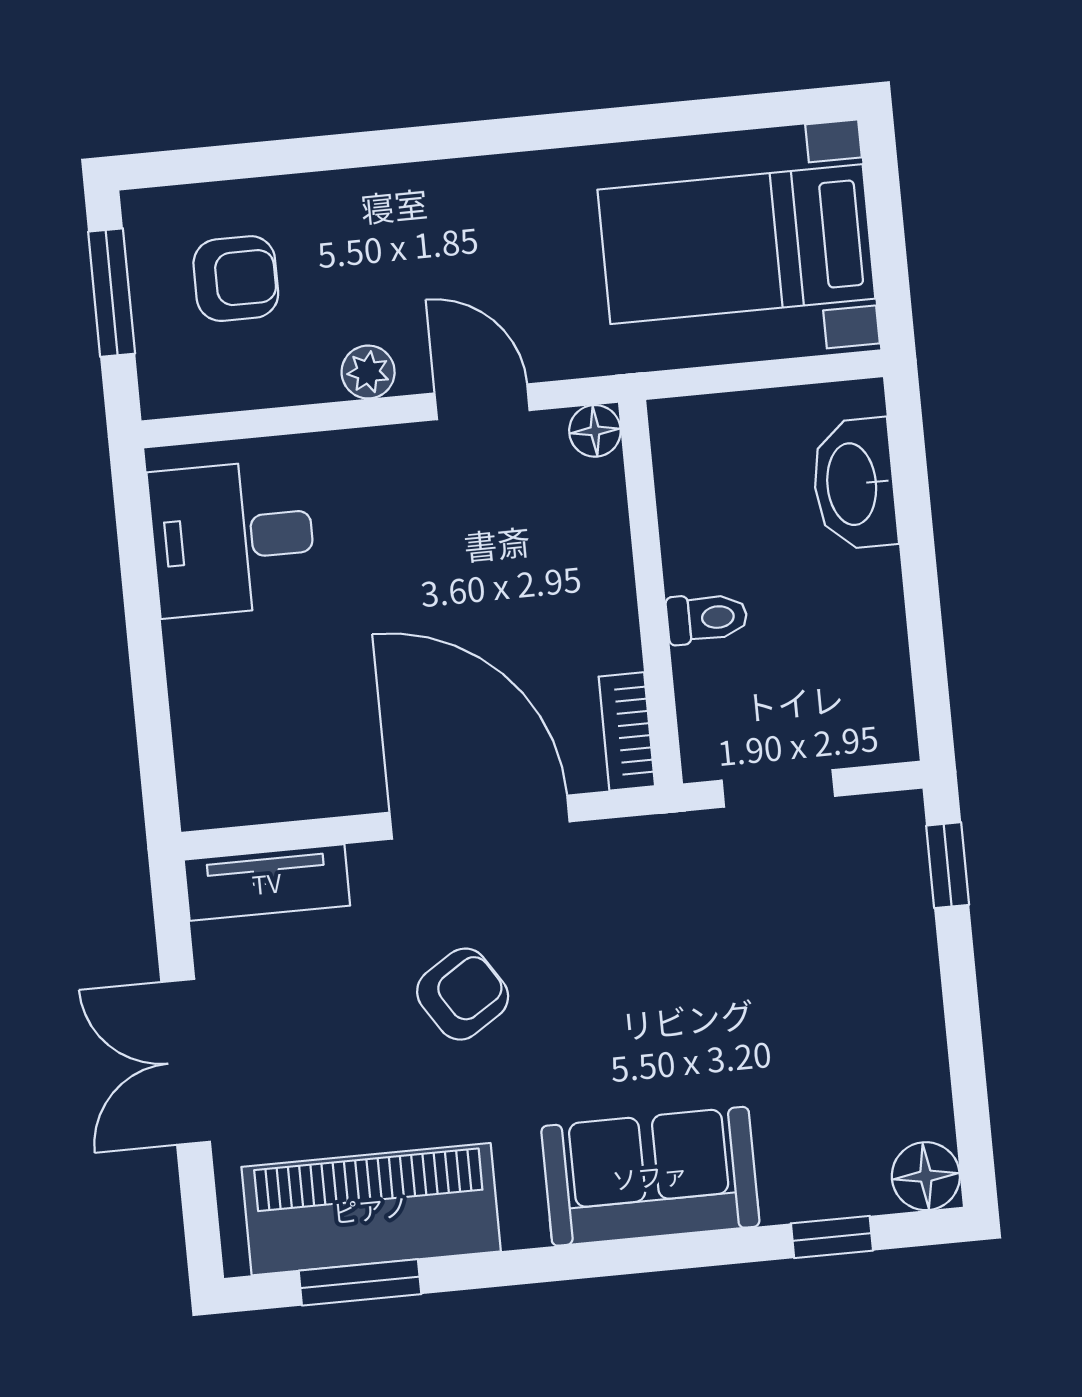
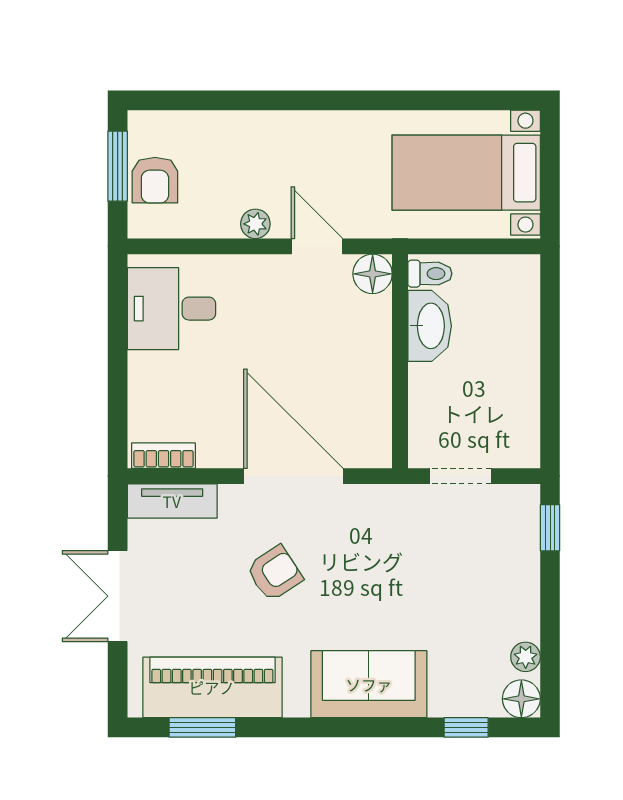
armchair: (236, 279) -> (155, 180), moved, turned 90
floor lamp: (595, 431) -> (373, 274), width x1.37, depth x1.37
washbasin: (854, 484) -> (430, 326), moved, turned 180
toilet: (707, 618) -> (430, 274), moved
bookcase: (627, 731) -> (164, 456), moved, turned 90
plant: (926, 1100) -> (526, 657), added

